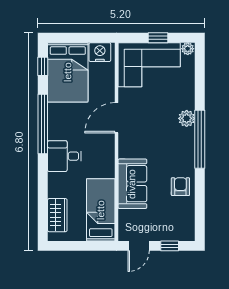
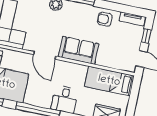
sofa: (132, 184) -> (79, 50), moved
tv unit: (188, 223) -> (132, 19), added

